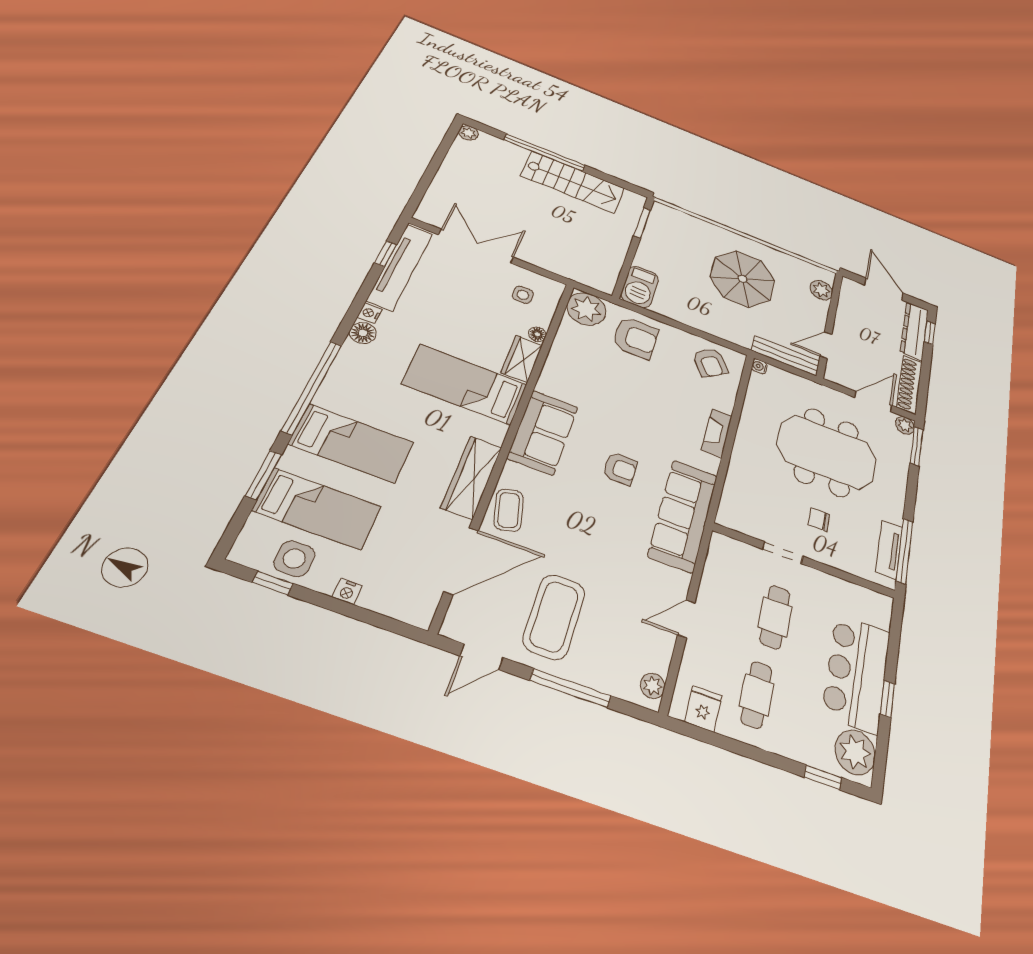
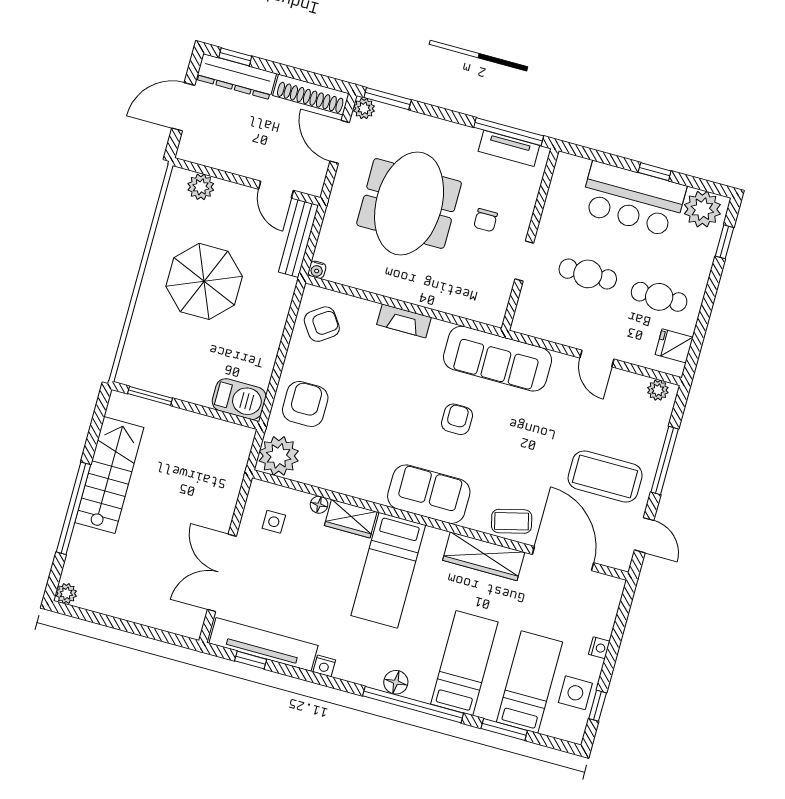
floor lamp: (363, 333) -> (396, 682), moved

